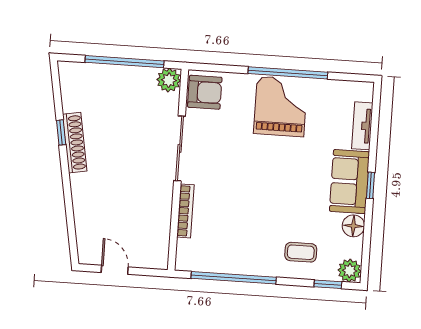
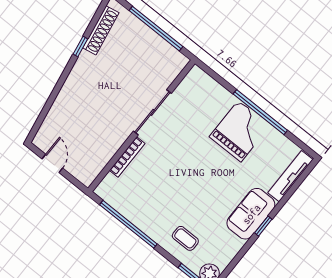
plant: (169, 80) -> (177, 62), removed
armchair: (205, 92) -> (196, 86), removed
tv unit: (362, 126) -> (290, 176), width x1.41
shoe rack: (75, 143) -> (101, 30), moved
floor lamp: (353, 226) -> (233, 245), removed

